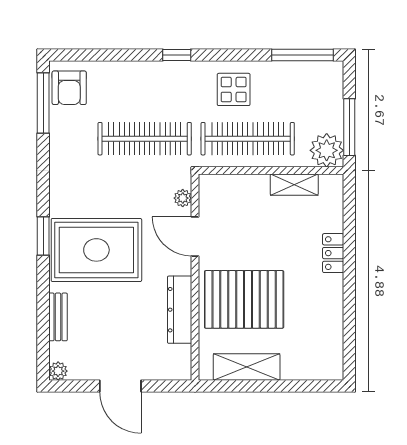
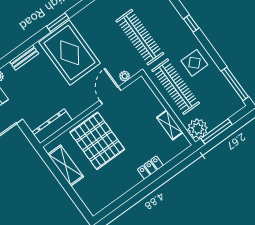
dresser: (180, 310) -> (52, 126), moved

